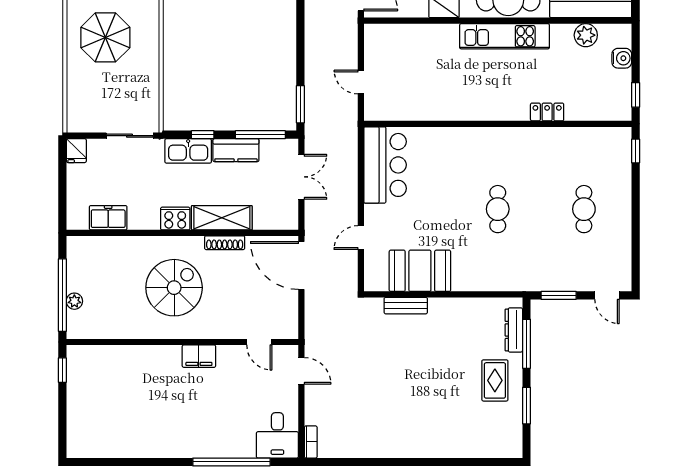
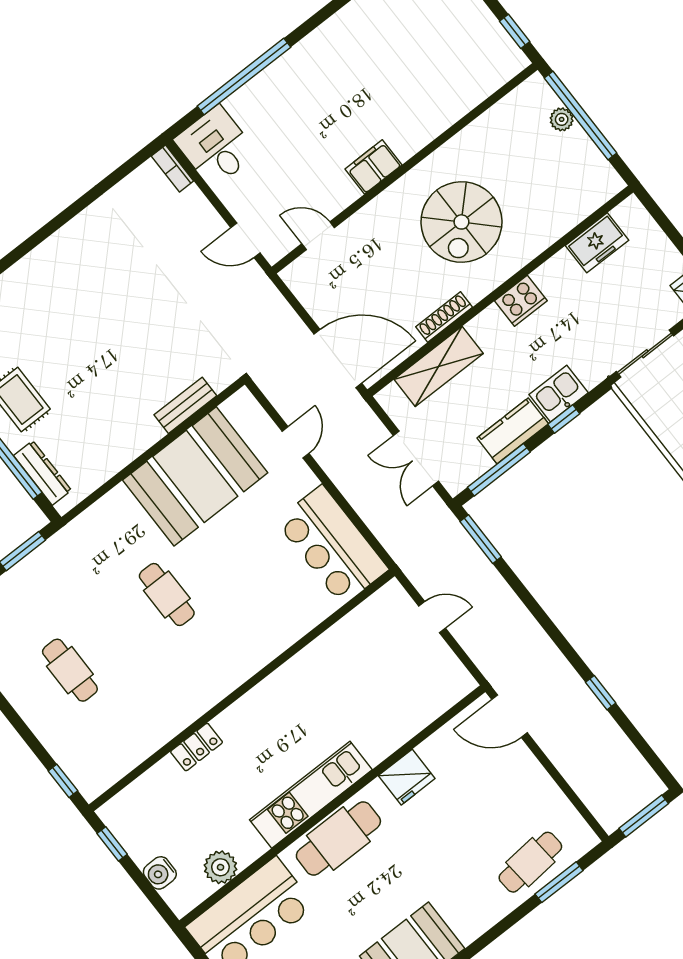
kitchen sink: (188, 151) -> (559, 394), width x0.73
shelving: (222, 218) -> (439, 366), moved
booth: (420, 271) -> (195, 476), width x1.36, depth x1.42

